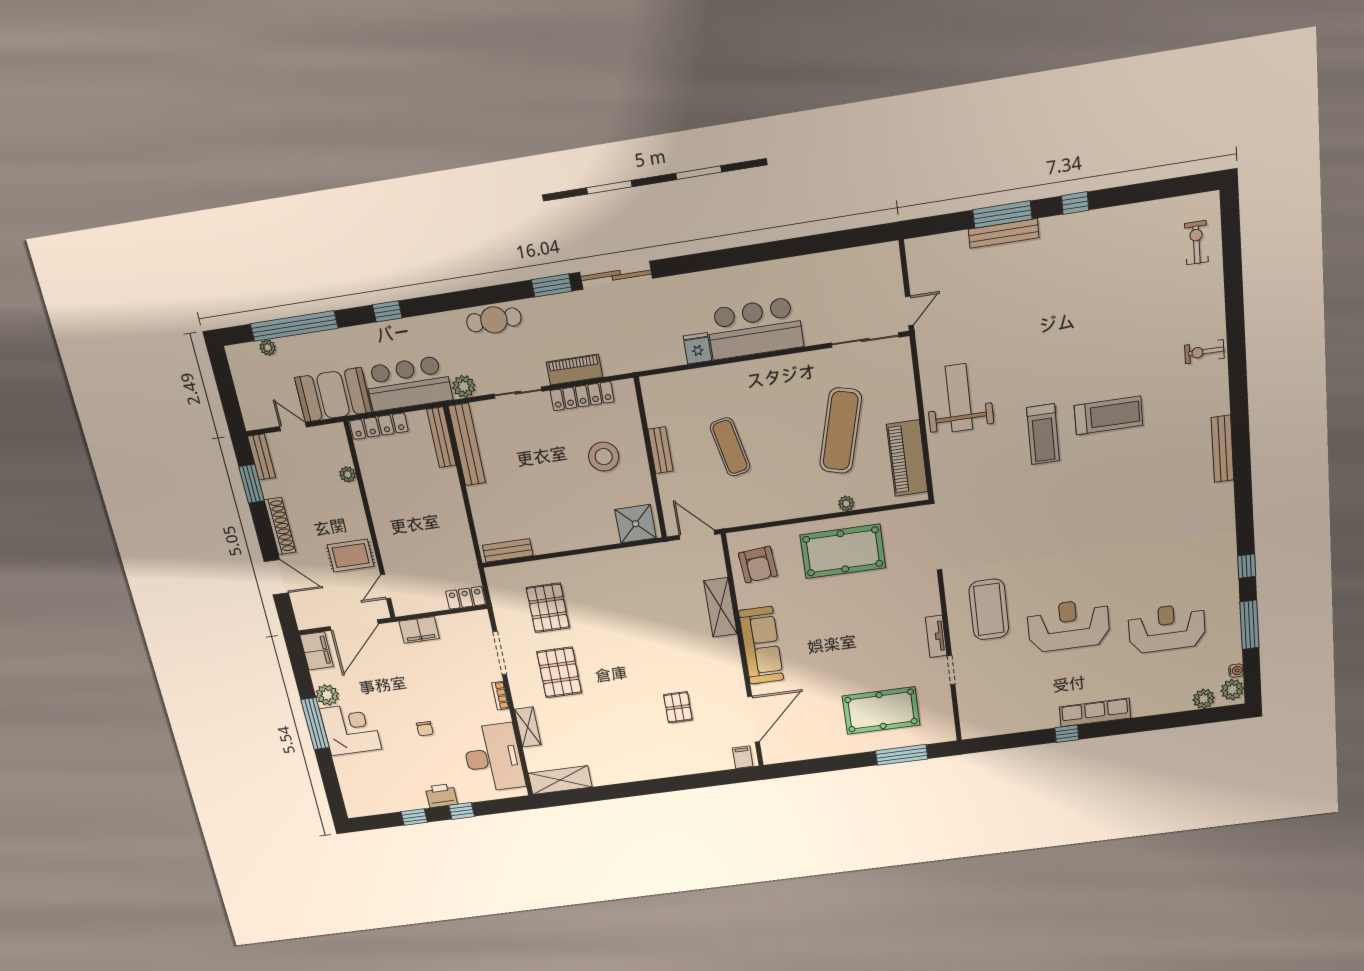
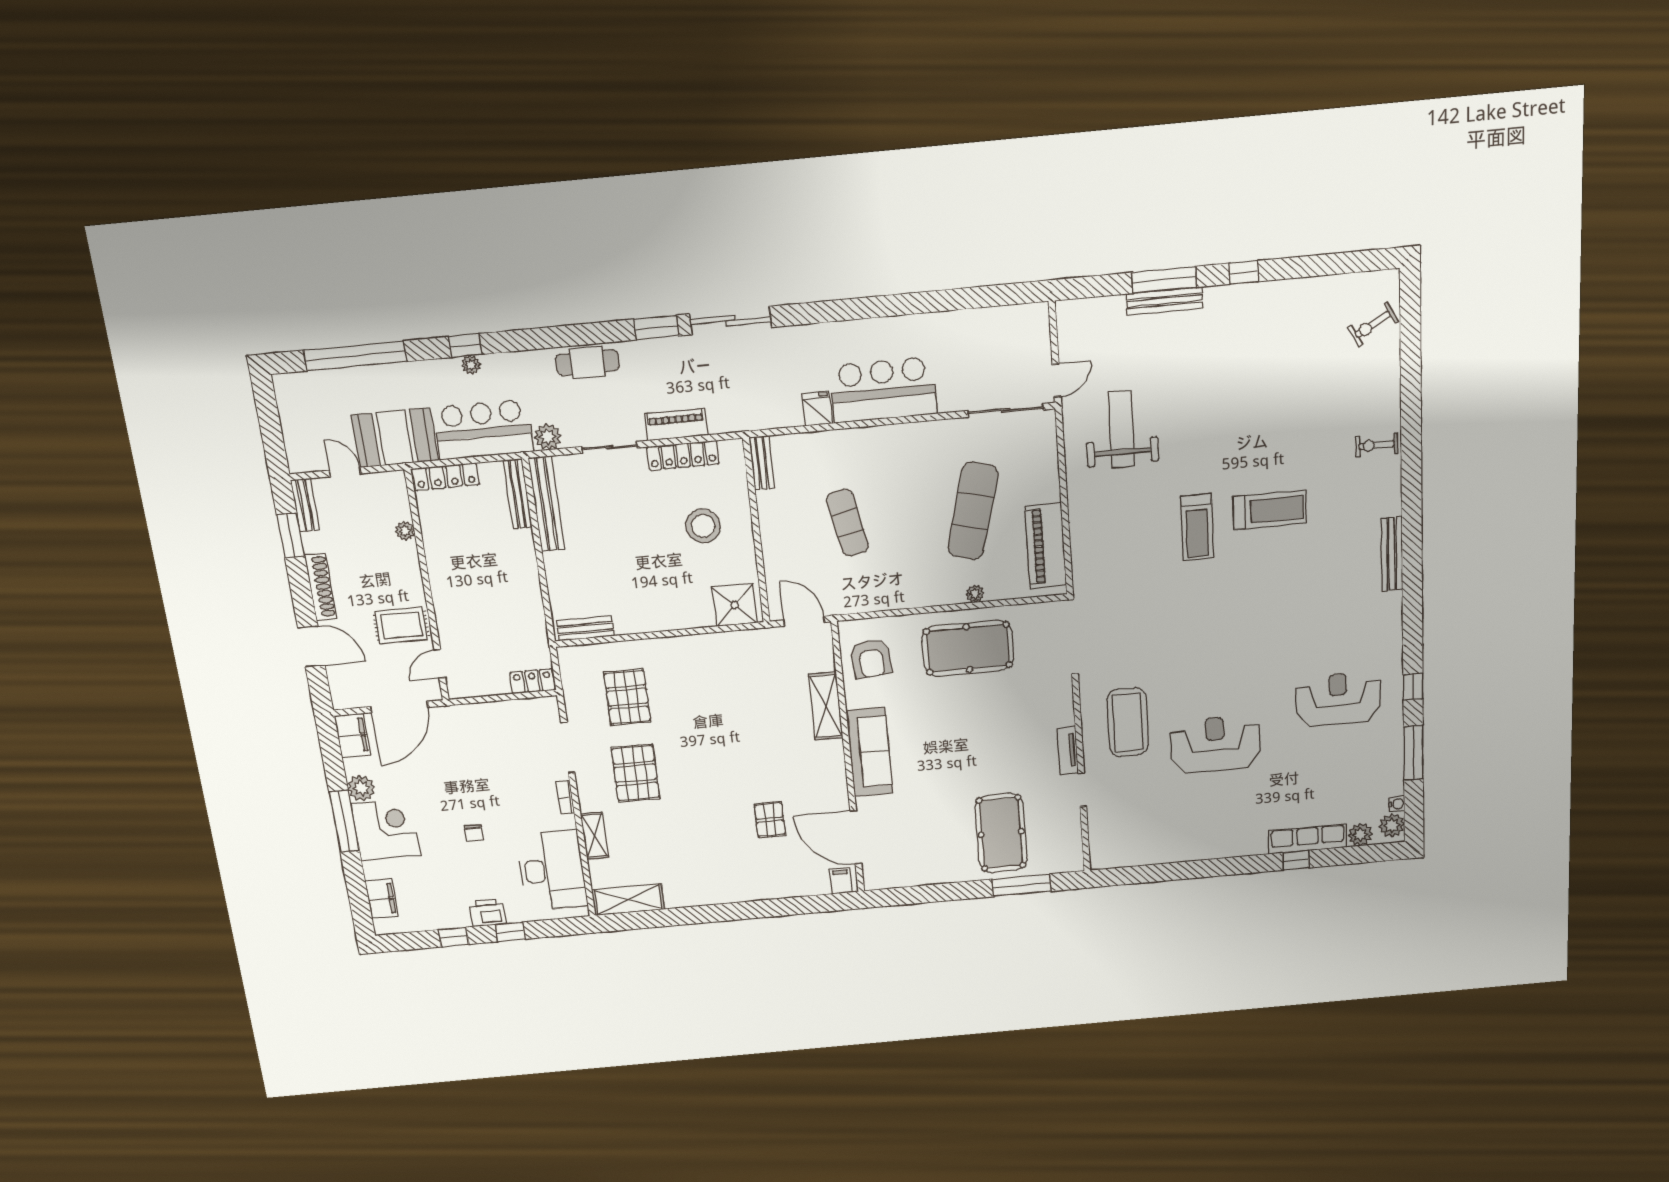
exercise bike: (1196, 243) -> (1373, 324), turned -119
plant: (268, 348) -> (471, 365), moved
weight bench: (959, 398) -> (1121, 429), moved
bench: (661, 450) -> (762, 463), moved
reception desk: (1167, 628) -> (1338, 699), moved
filing cabinet: (419, 630) -> (382, 899), moved, turned -90
pool table: (881, 711) -> (1001, 833), turned 90
row of seats: (1095, 712) -> (1308, 839), moved
door: (754, 719) -> (856, 837), swing flipped
window: (1067, 734) -> (1296, 860), moved

